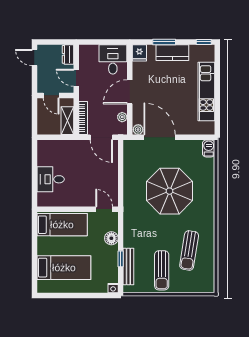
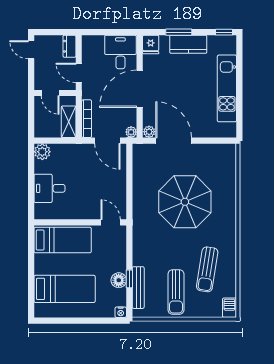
door: (130, 92) -> (140, 89), width x1.36
plant: (122, 117) -> (131, 132), moved
plant: (44, 147) -> (42, 152), added
barbecue: (209, 148) -> (229, 308), moved
floor lamp: (111, 238) -> (119, 280), moved

